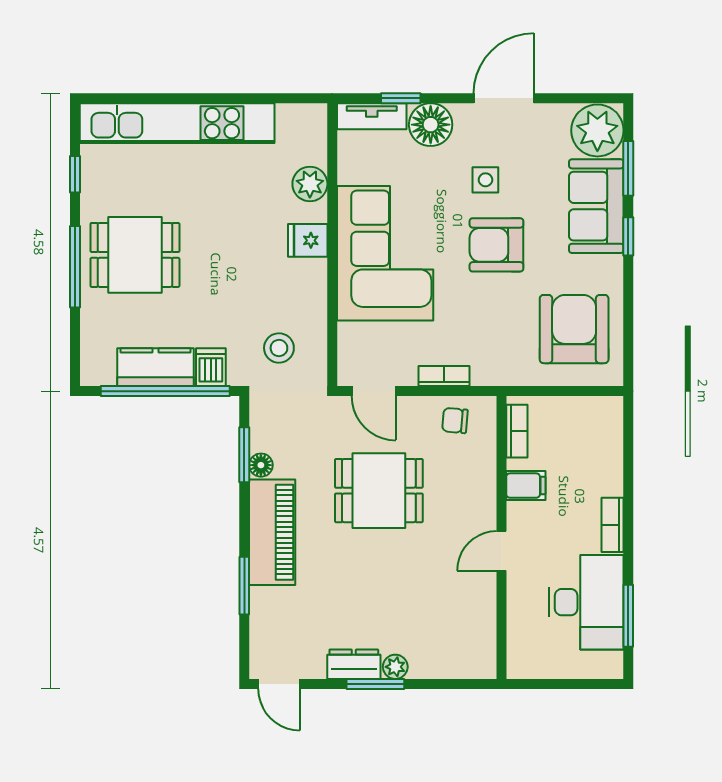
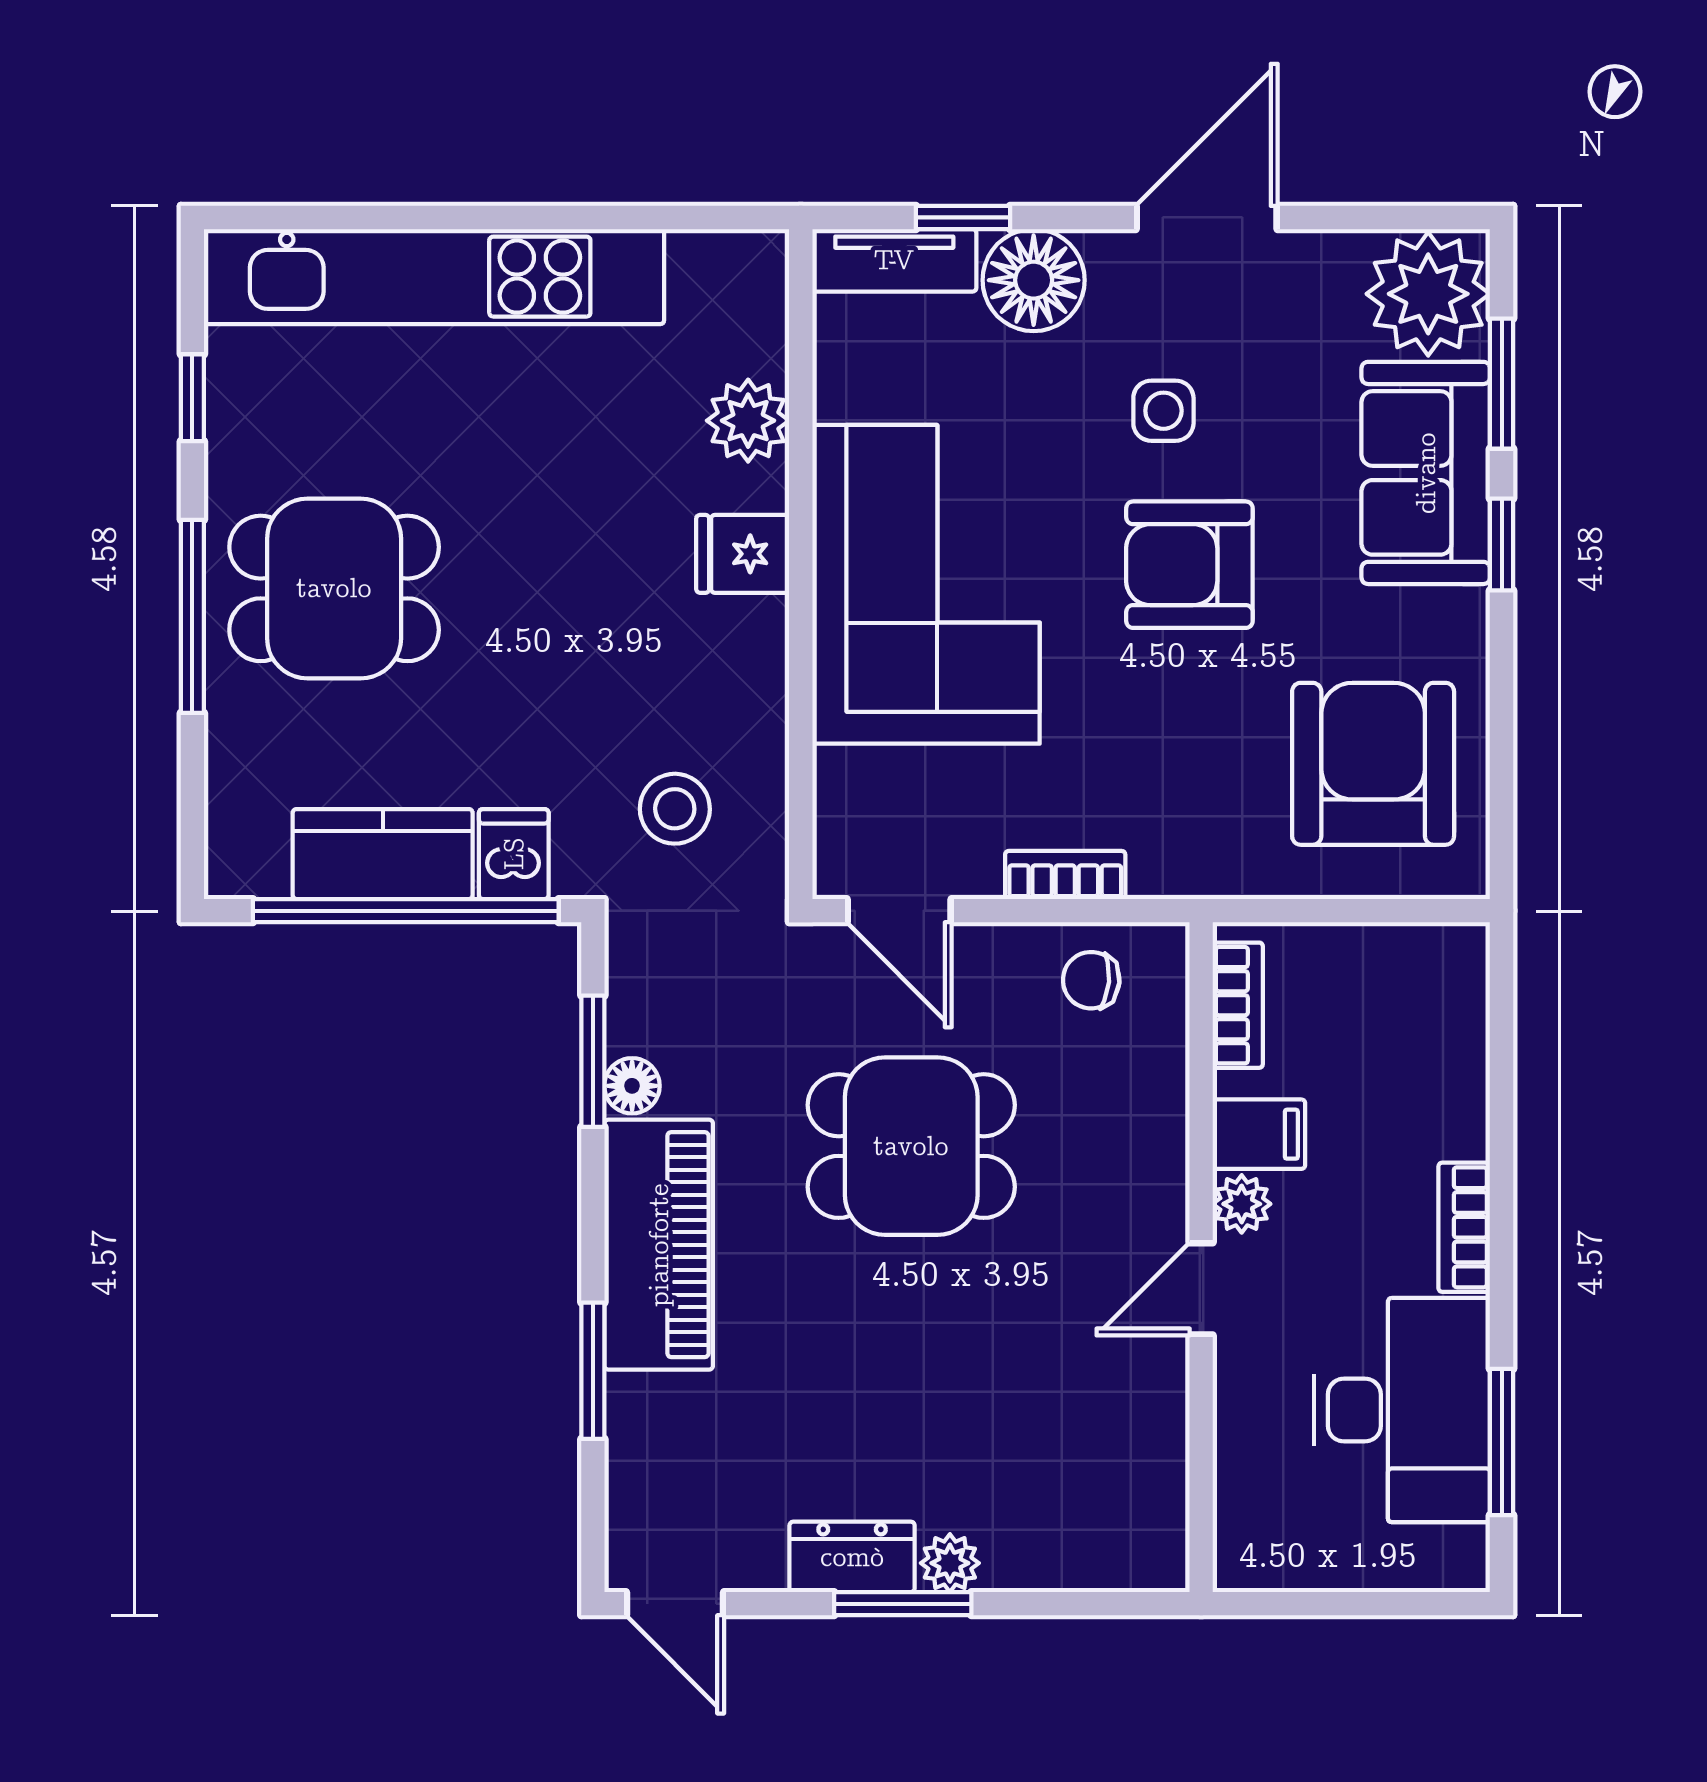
plant: (519, 515) -> (1242, 1204), added

